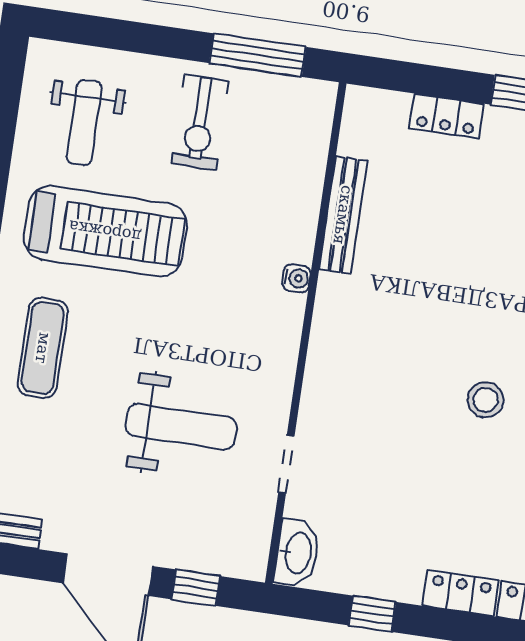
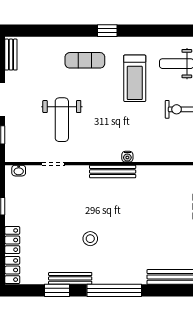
bench: (343, 215) -> (113, 171), moved
treadmill: (105, 231) -> (135, 78), width x0.73, depth x0.73
washbasin: (297, 553) -> (19, 171), width x0.52, depth x0.69

